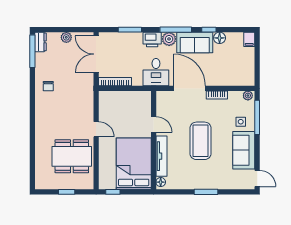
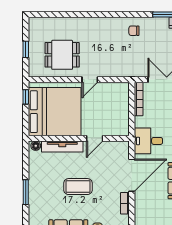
coffee table: (201, 141) -> (78, 187), width x0.73, depth x0.76
dining table: (72, 156) -> (62, 55), width x0.73
bed: (134, 164) -> (55, 112), width x1.36

